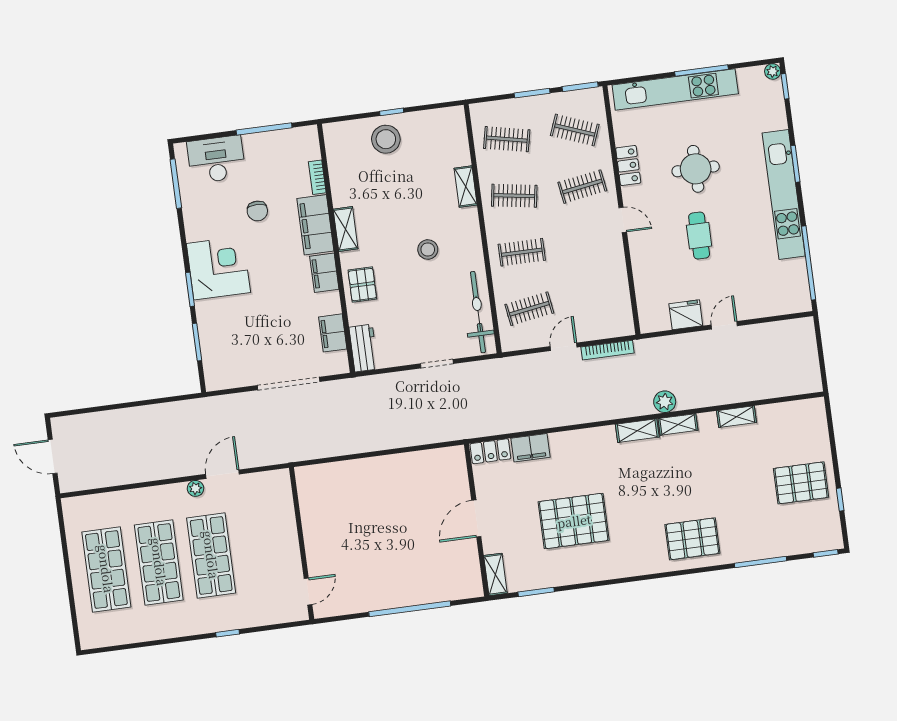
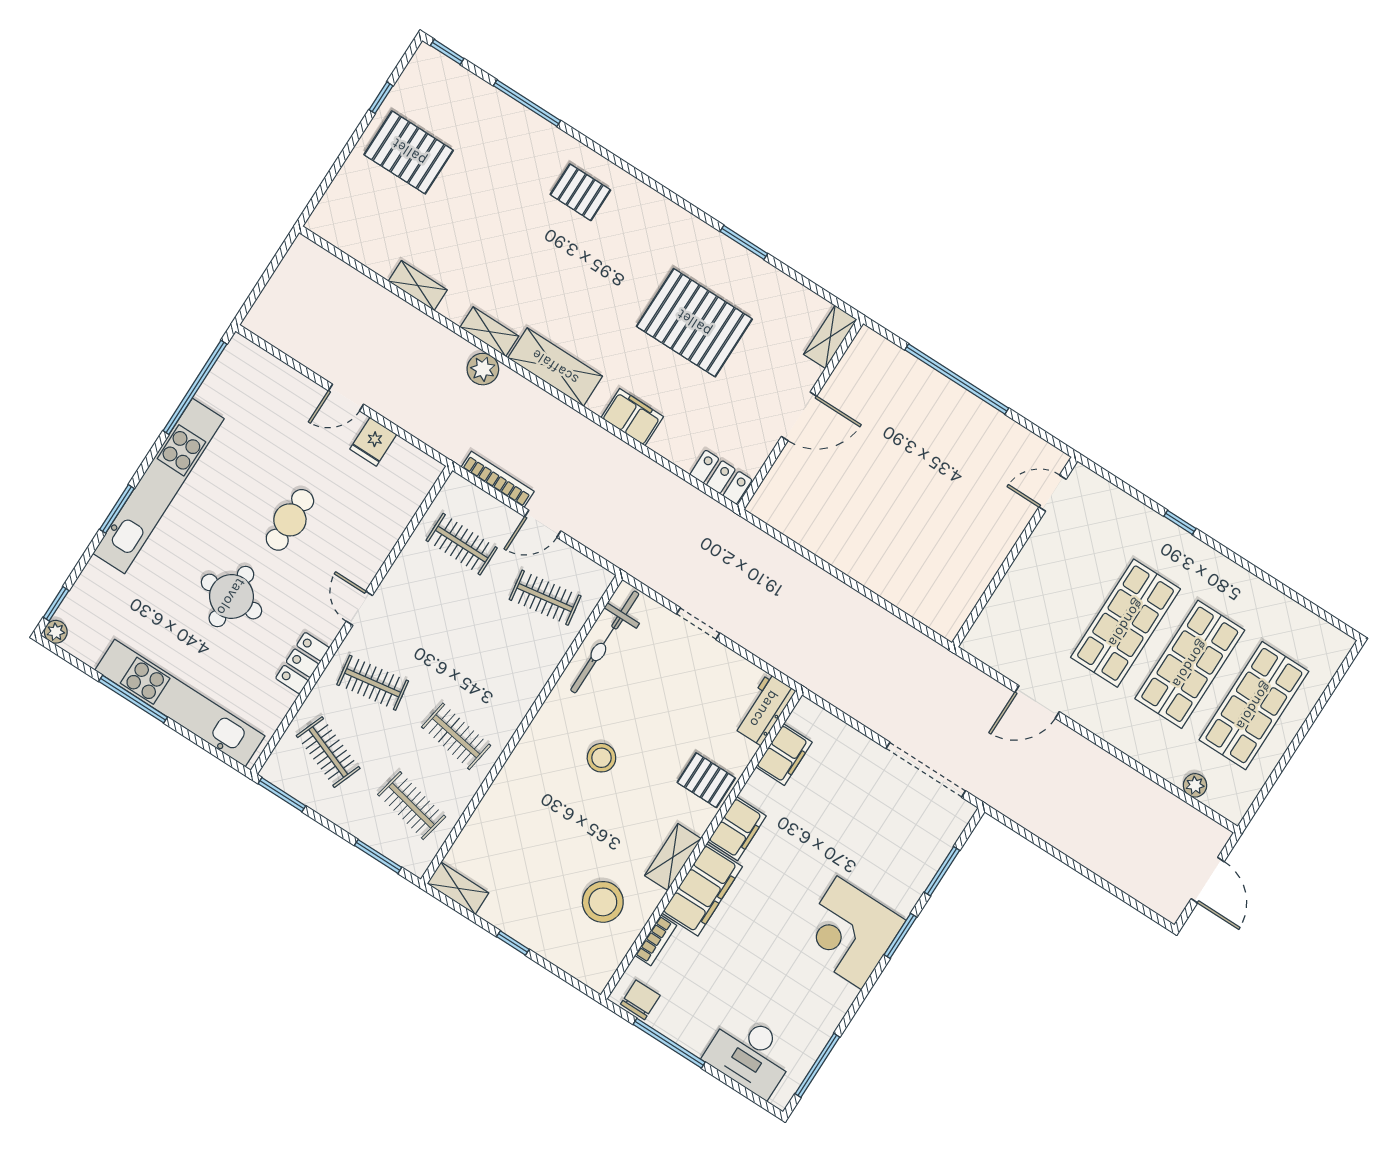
window: (532, 93) -> (378, 856), moved
stool: (386, 139) -> (603, 902), moved
shelving: (466, 187) -> (458, 888), moved, turned 90
chair: (257, 211) -> (640, 1000), moved
clothes rail: (522, 252) -> (462, 544), moved
pallet: (362, 285) -> (706, 780), turned 90
fridge: (686, 315) -> (373, 442), width x0.72
doorway: (288, 384) -> (926, 770), moved
shelving: (637, 431) -> (555, 367), width x1.50, depth x1.33
filing cabinet: (530, 448) -> (632, 417), moved
plant: (195, 488) -> (1195, 785), moved
pallet: (692, 539) -> (580, 192), width x0.67, depth x0.71
window: (536, 592) -> (744, 242), moved

